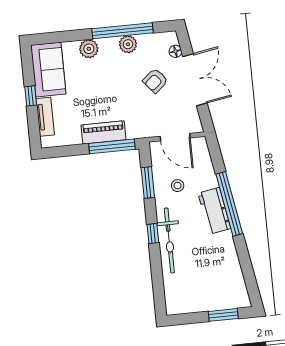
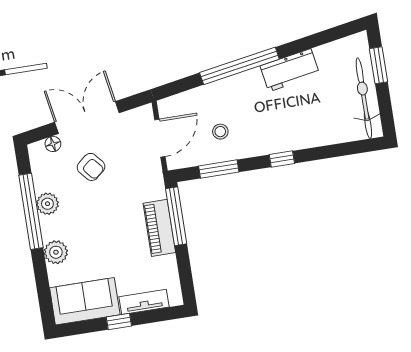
workbench: (214, 211) -> (290, 70), moved
bicycle: (169, 240) -> (364, 98), moved, turned -90

